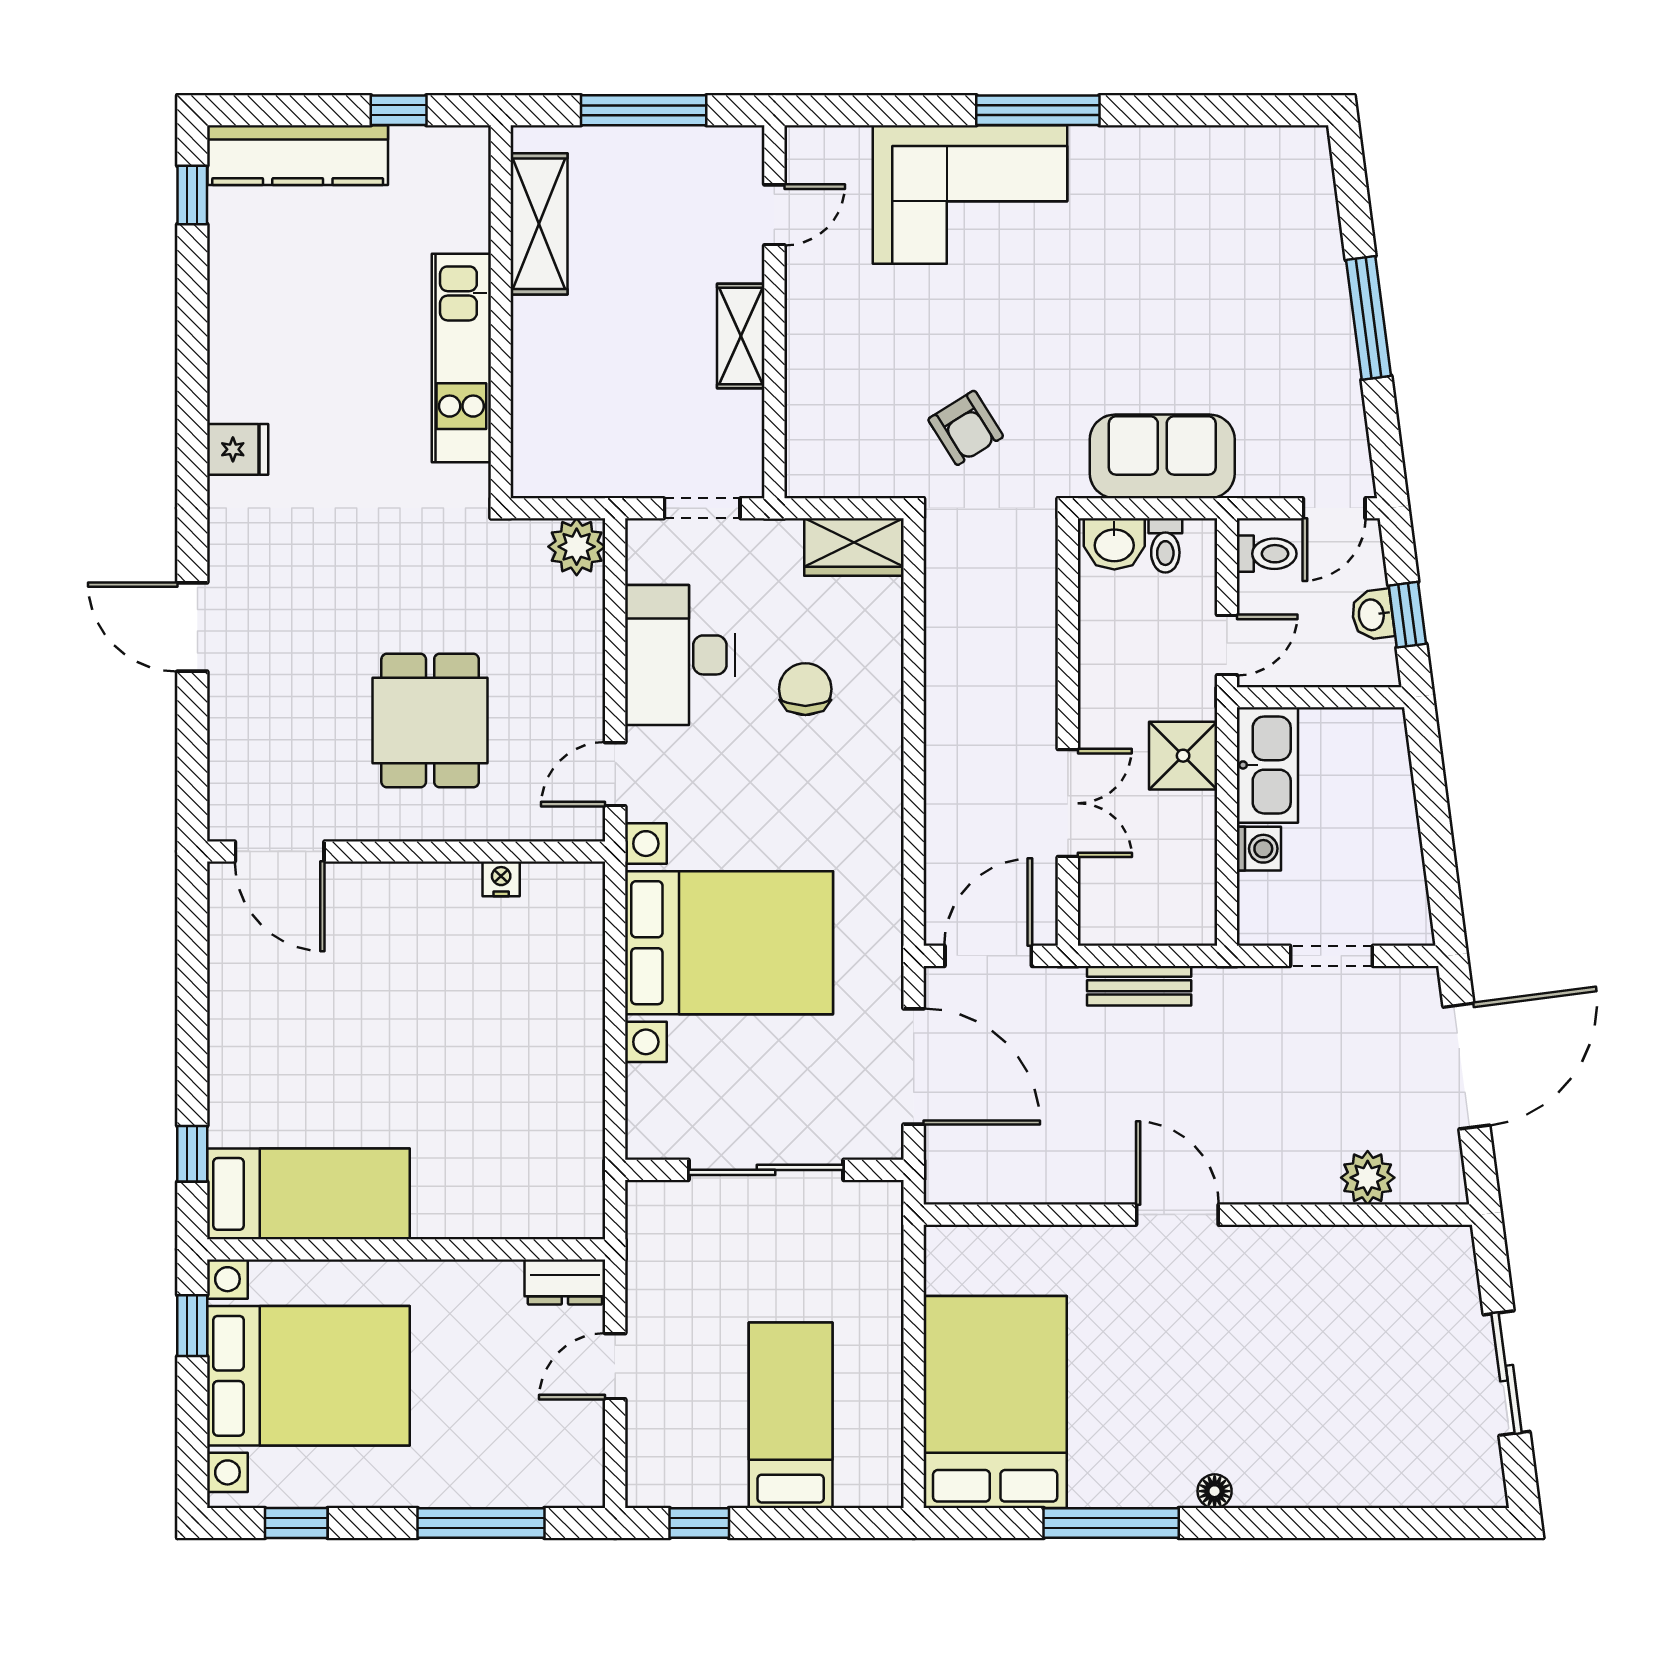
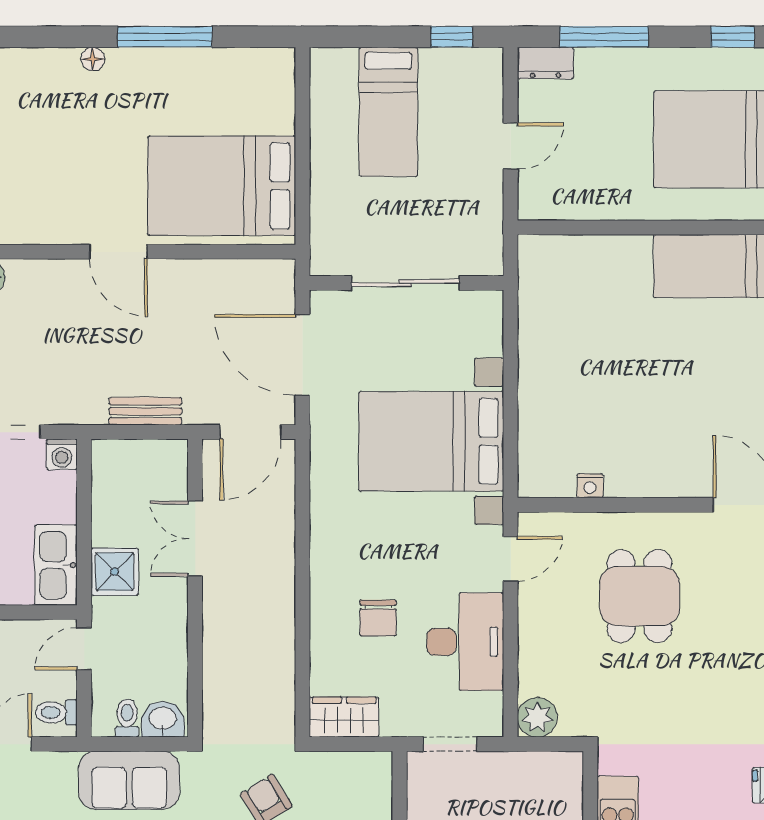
washing machine: (1259, 849) -> (62, 454), moved, turned -90
dresser: (565, 1282) -> (545, 63), moved, turned 180
bed: (995, 1402) -> (222, 186), moved, turned 90

